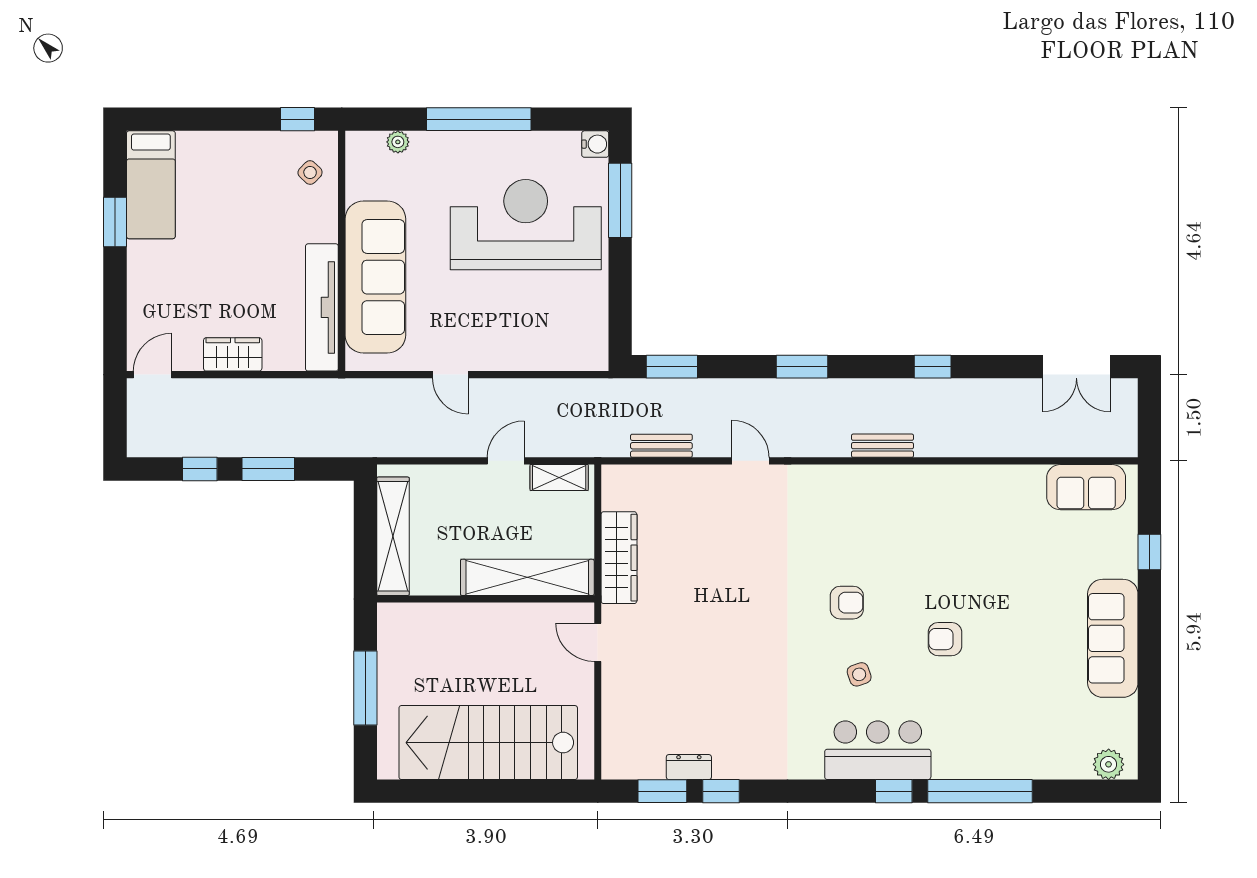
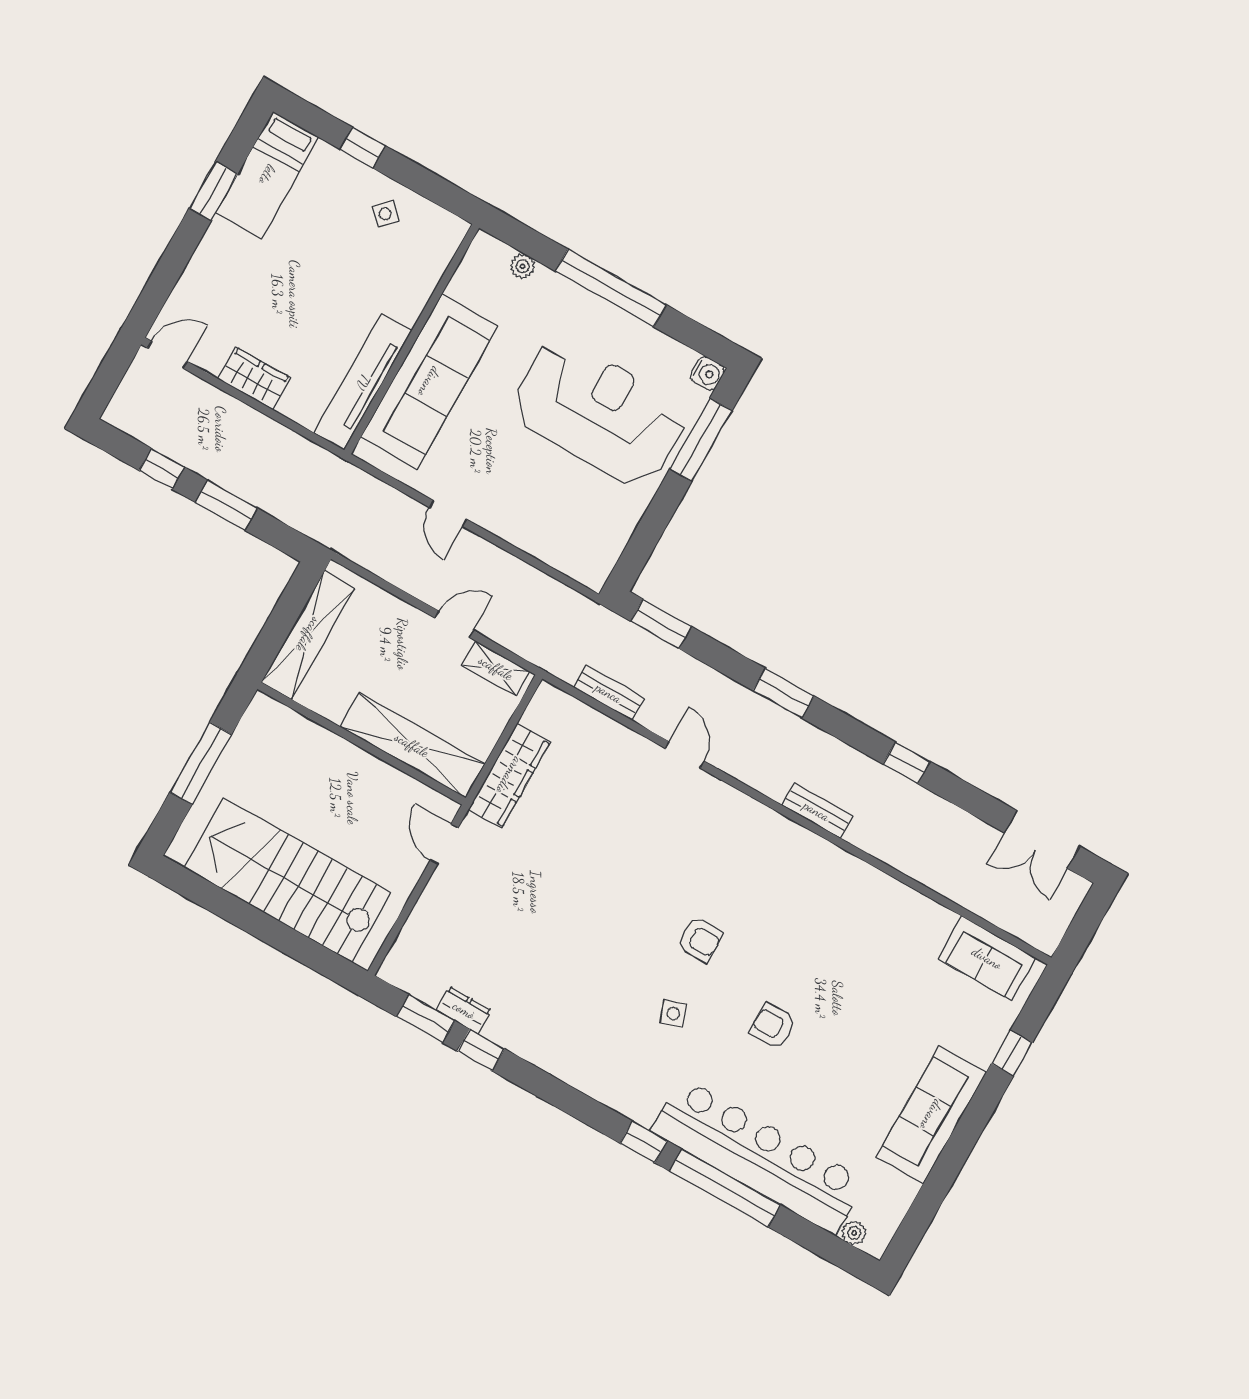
window: (297, 119) -> (363, 148), moved
side table: (310, 172) -> (385, 214), moved
bar counter: (878, 750) -> (758, 1156), moved, width x1.86
plant: (1109, 764) -> (854, 1233), width x0.73, depth x0.73

